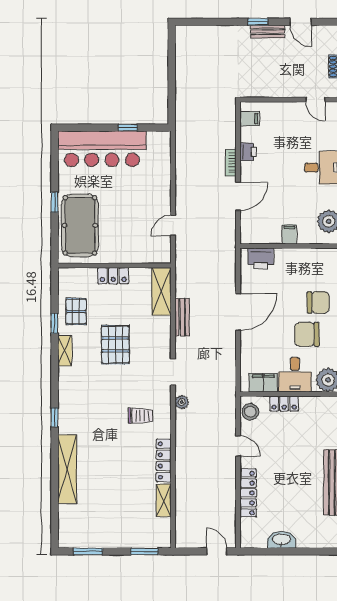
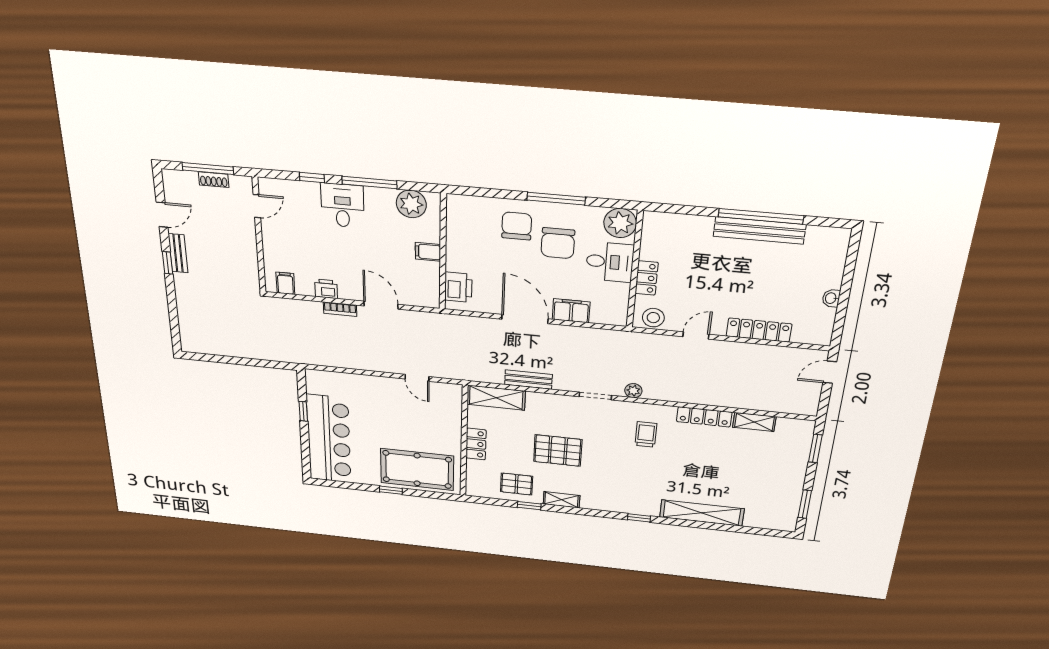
filing cabinet: (263, 383) -> (571, 311), moved, turned 90
washbasin: (281, 540) -> (831, 298), width x0.52, depth x0.69

